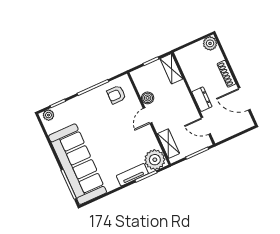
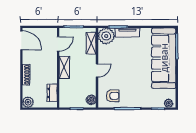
shelving: (171, 69) -> (64, 67), moved
boiler: (148, 98) -> (91, 100), moved
dresser: (202, 99) -> (52, 93), moved
door: (244, 99) -> (21, 40), moved
door: (206, 126) -> (58, 44), hinge flipped

